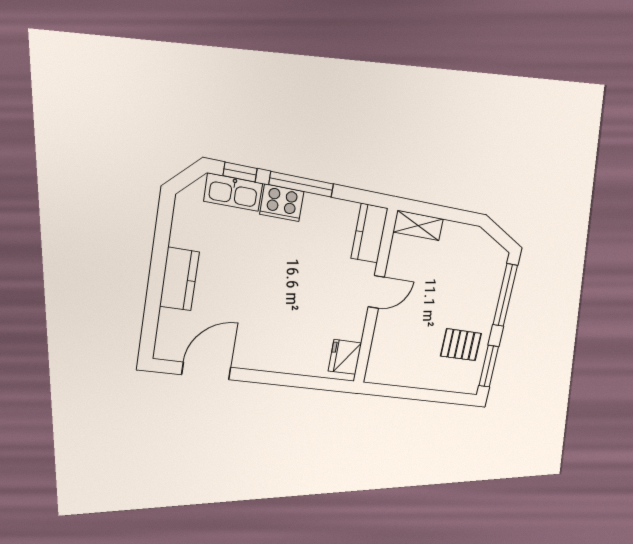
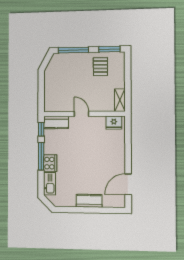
window: (240, 172) -> (41, 129), moved
shelving: (418, 225) -> (120, 100), moved
door: (206, 371) -> (128, 184), hinge flipped

